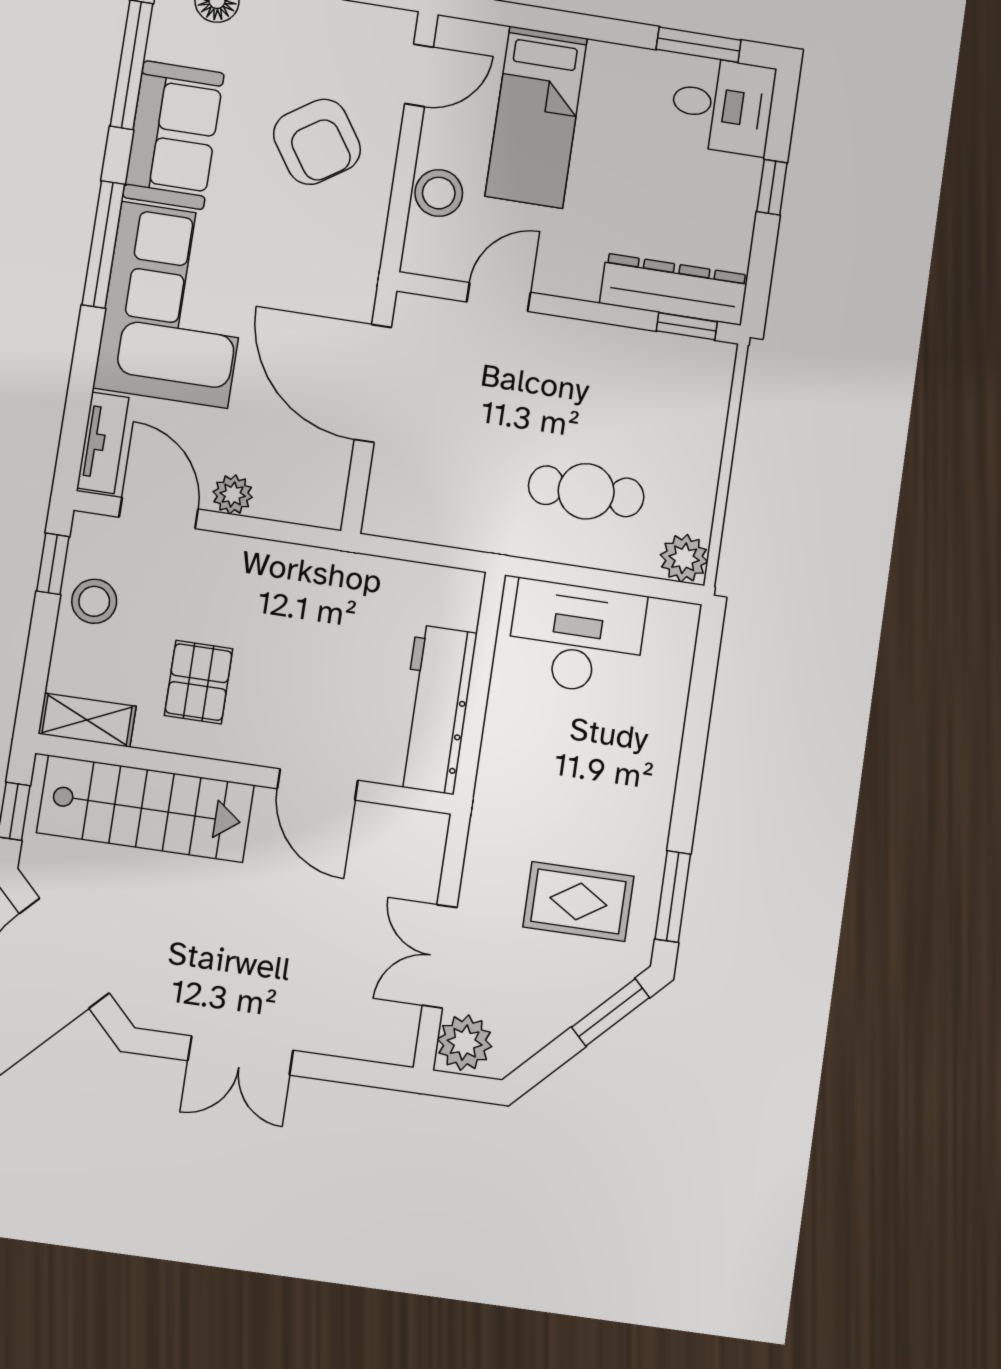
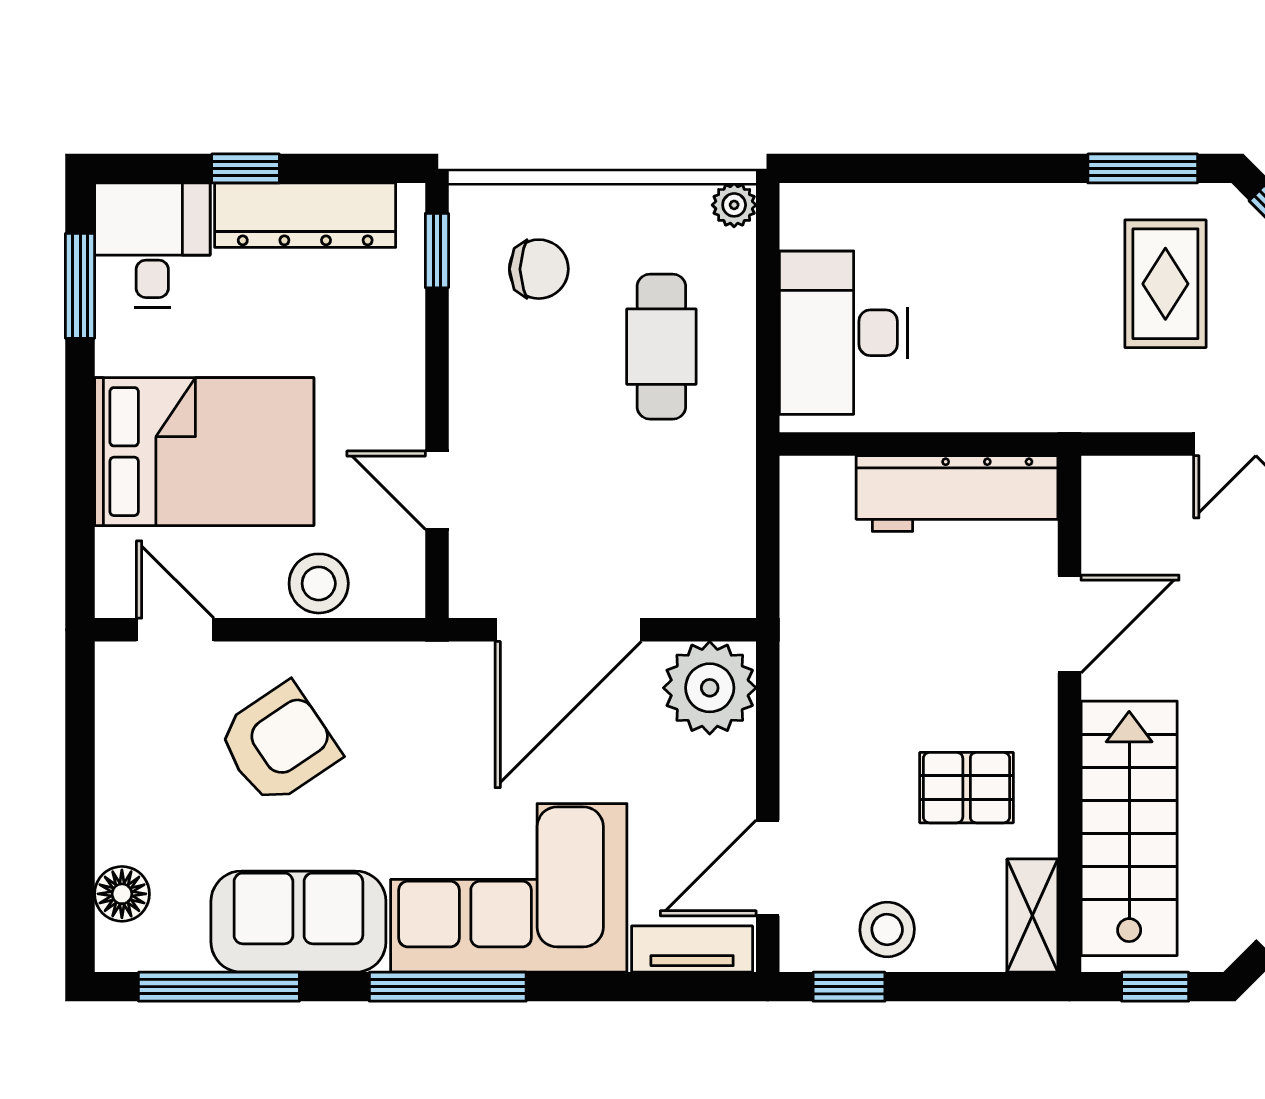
bed: (536, 117) -> (204, 452), width x1.50
dresser: (674, 289) -> (305, 215), moved, turned -90
chair: (661, 404) -> (539, 269), added
plant: (233, 495) -> (710, 688), moved, width x1.87, depth x1.87
plant: (684, 558) -> (734, 205), width x0.73, depth x0.73

